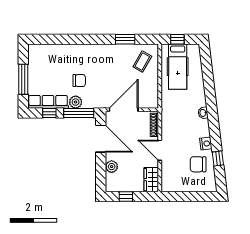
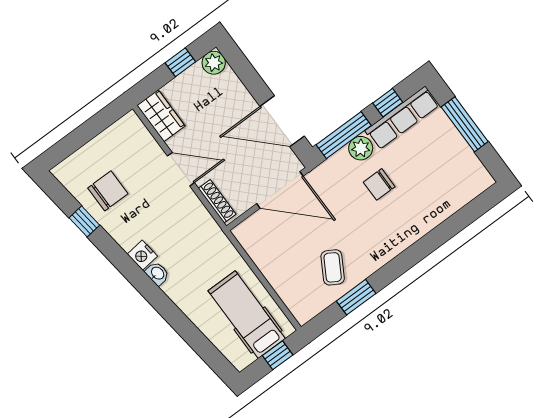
coffee table: (142, 62) -> (333, 267), moved
door: (124, 110) -> (280, 190), hinge flipped
nightstand: (206, 144) -> (142, 255), moved
plant: (112, 167) -> (214, 63), moved

